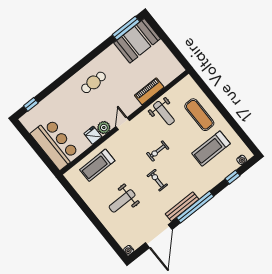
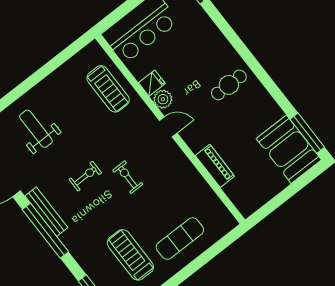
cafe table: (94, 82) -> (229, 85), turned 90
weight bench: (164, 113) -> (183, 187), removed
treadmill: (97, 165) -> (108, 89), turned 180
weight bench: (122, 201) -> (36, 129), moved

